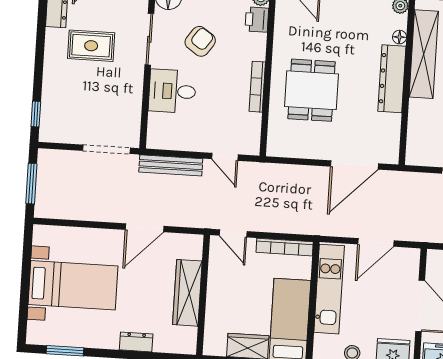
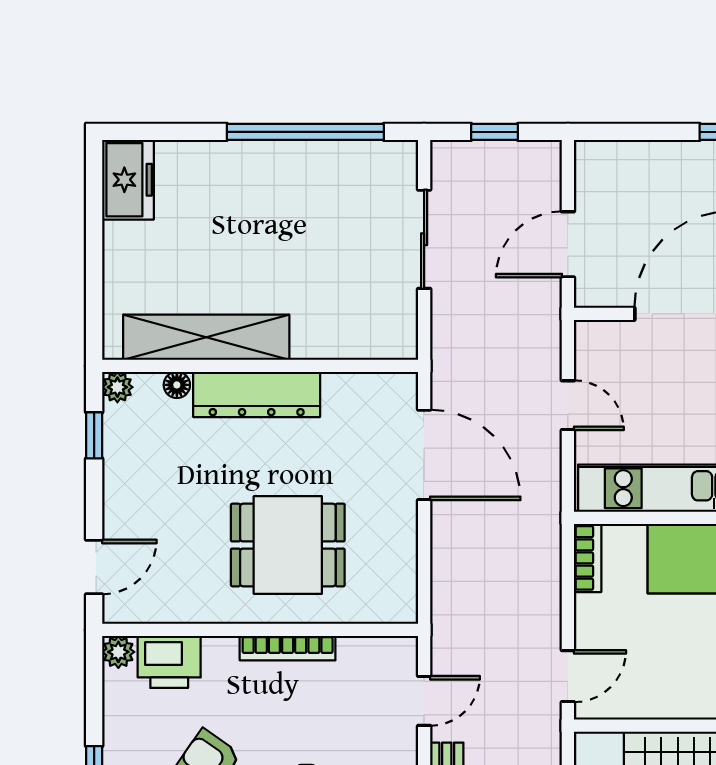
printer: (257, 20) -> (169, 662), width x1.36, depth x1.24
door: (376, 242) -> (568, 405), width x0.73
bookcase: (285, 247) -> (588, 558), width x0.64

